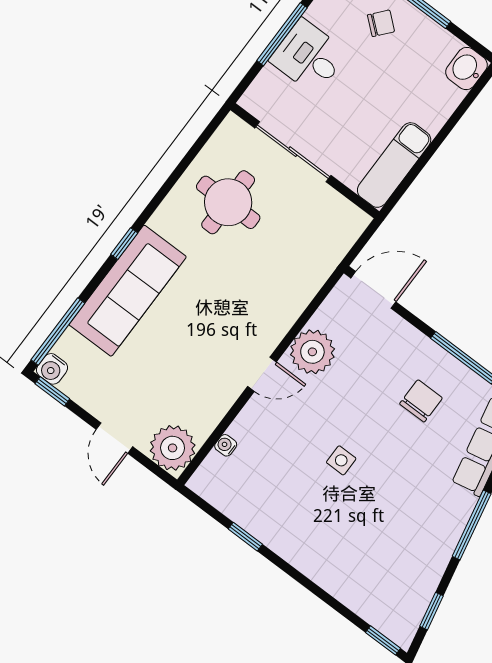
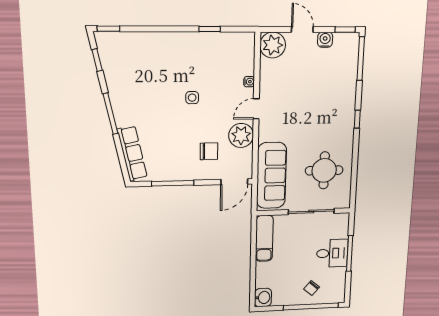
sofa: (128, 291) -> (271, 176), moved, turned 180
water cooler: (52, 369) -> (325, 40), moved
chair: (421, 401) -> (209, 151), moved, turned -90
water cooler: (226, 445) -> (249, 82), moved

